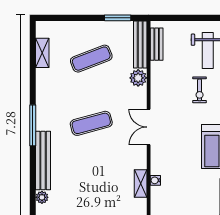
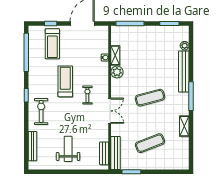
shelving: (42, 53) -> (184, 126), moved
plant: (138, 78) -> (117, 72), moved
exercise bike: (200, 90) -> (87, 95), moved
double door: (149, 127) -> (110, 111), moved

